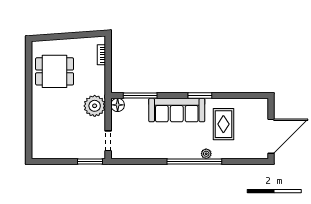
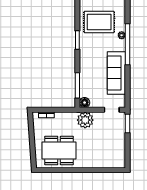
dining table: (55, 71) -> (59, 150), width x1.38
sofa: (177, 110) -> (116, 73), moved, turned 180
rug: (223, 124) -> (99, 22), width x1.36, depth x1.43

